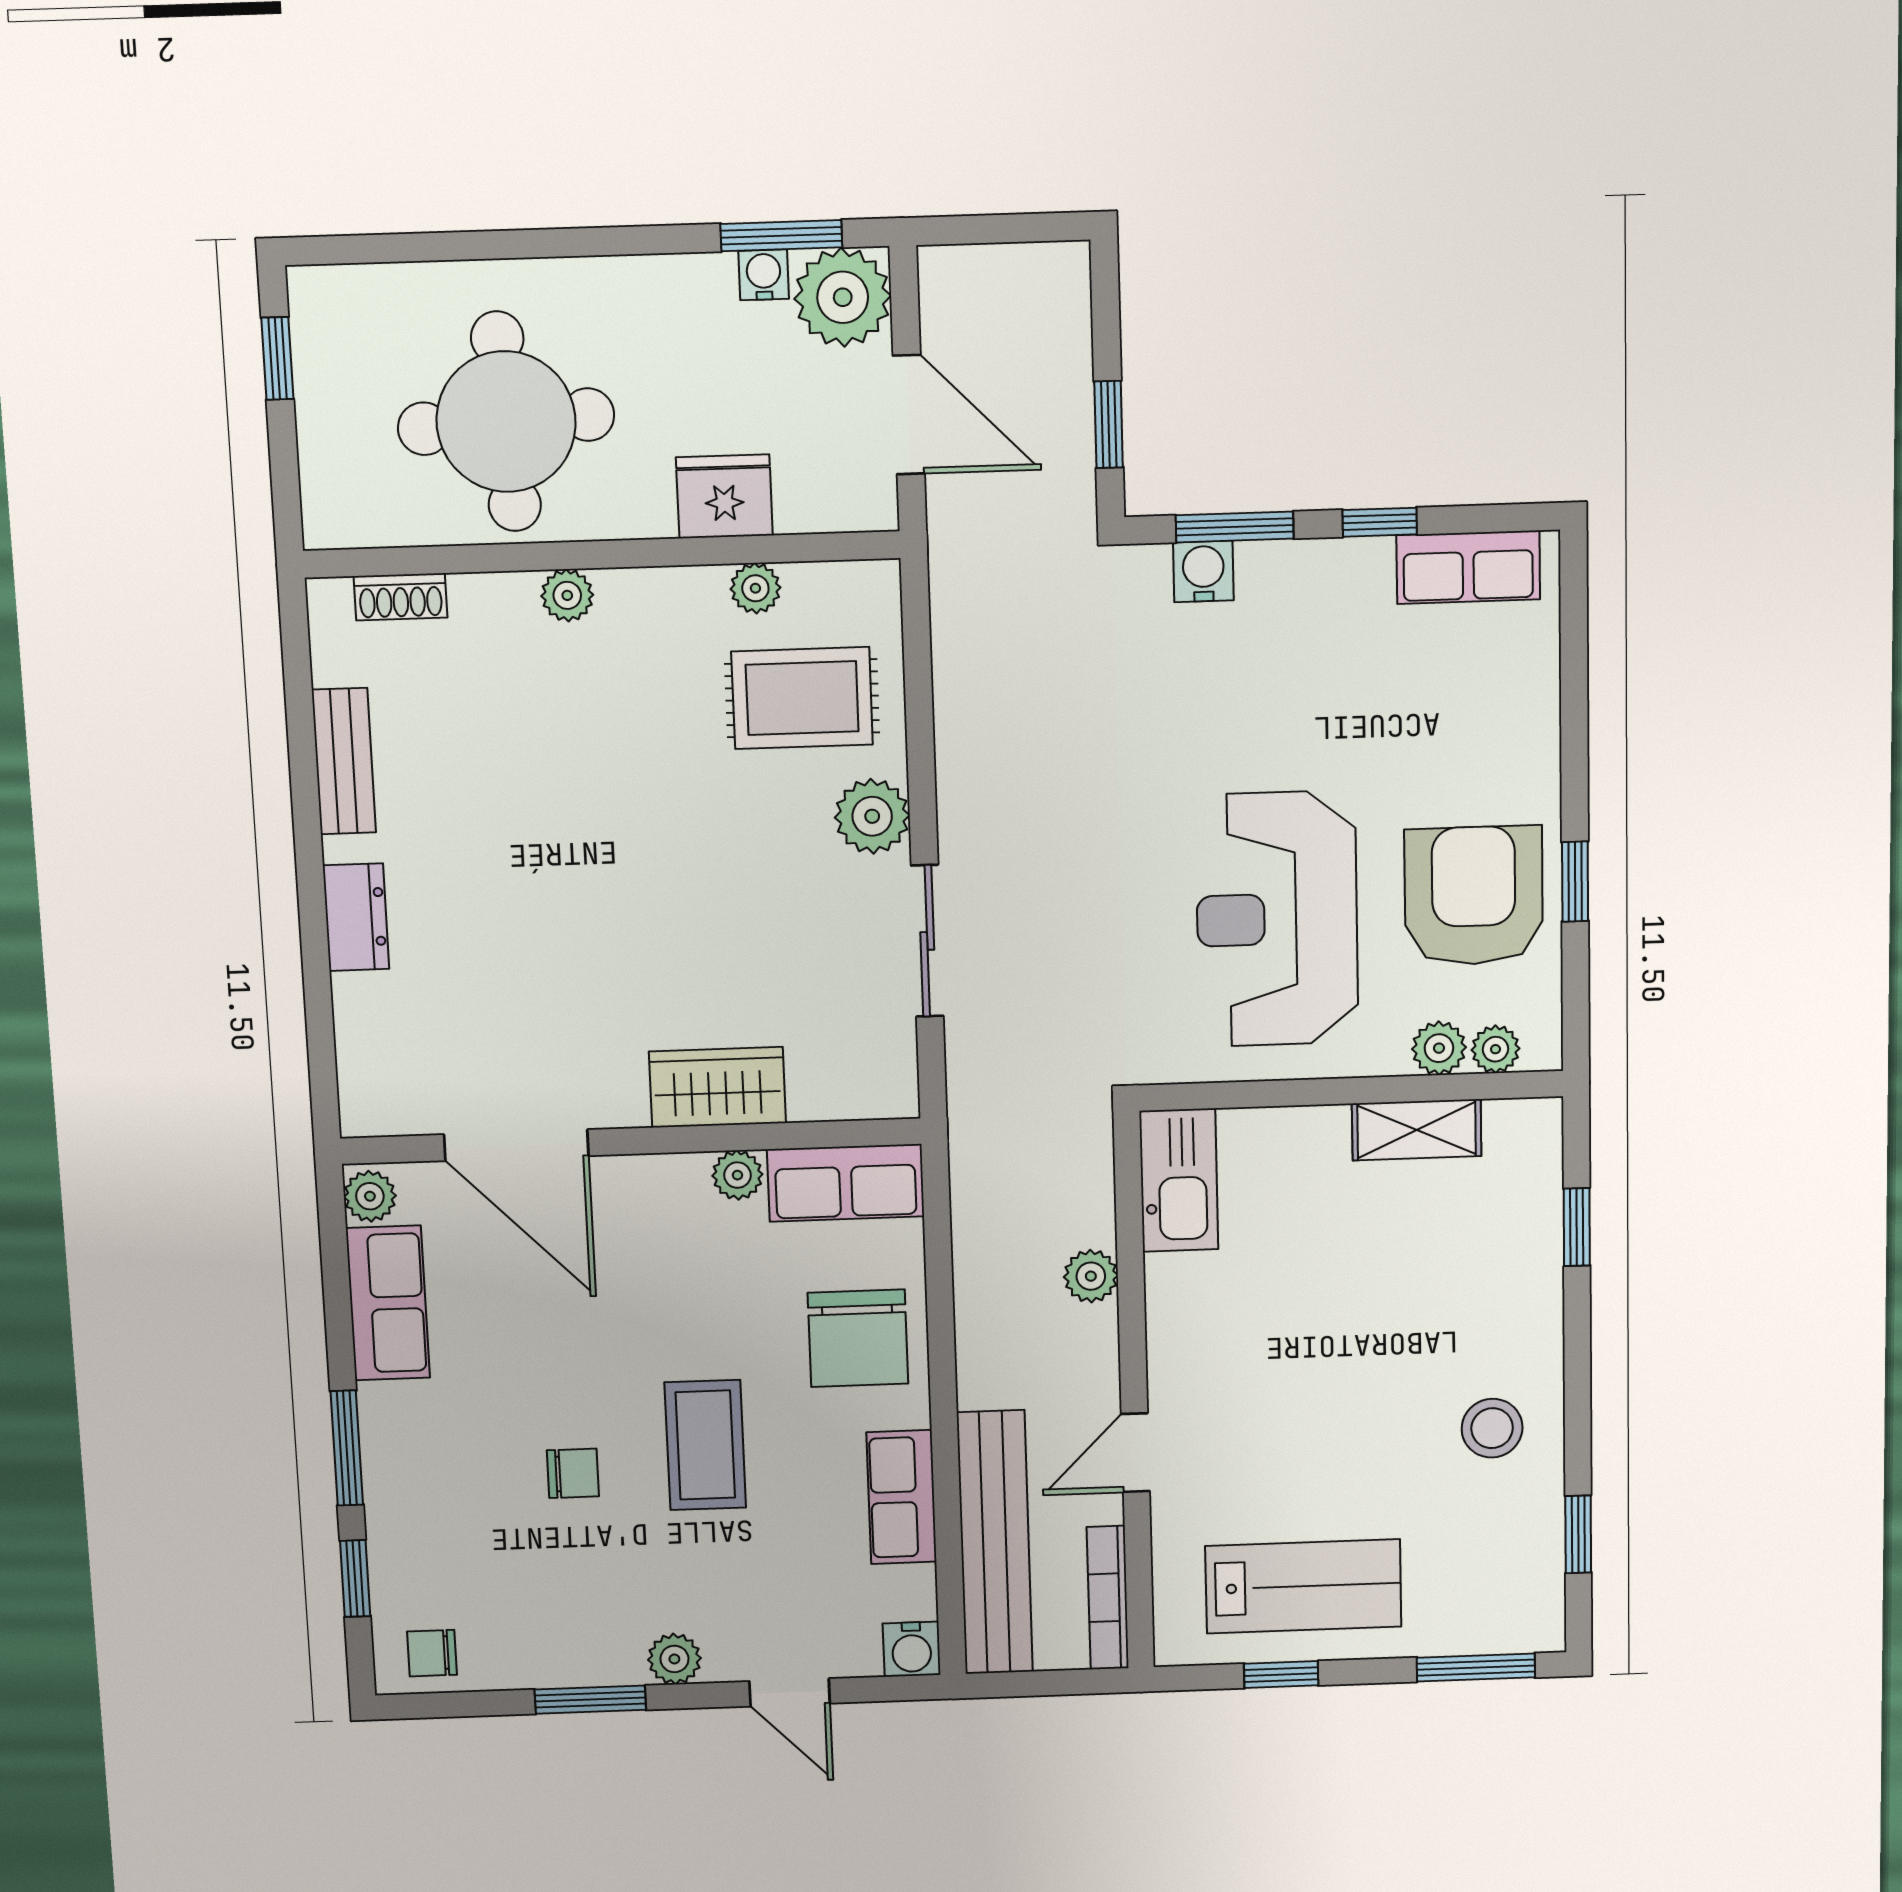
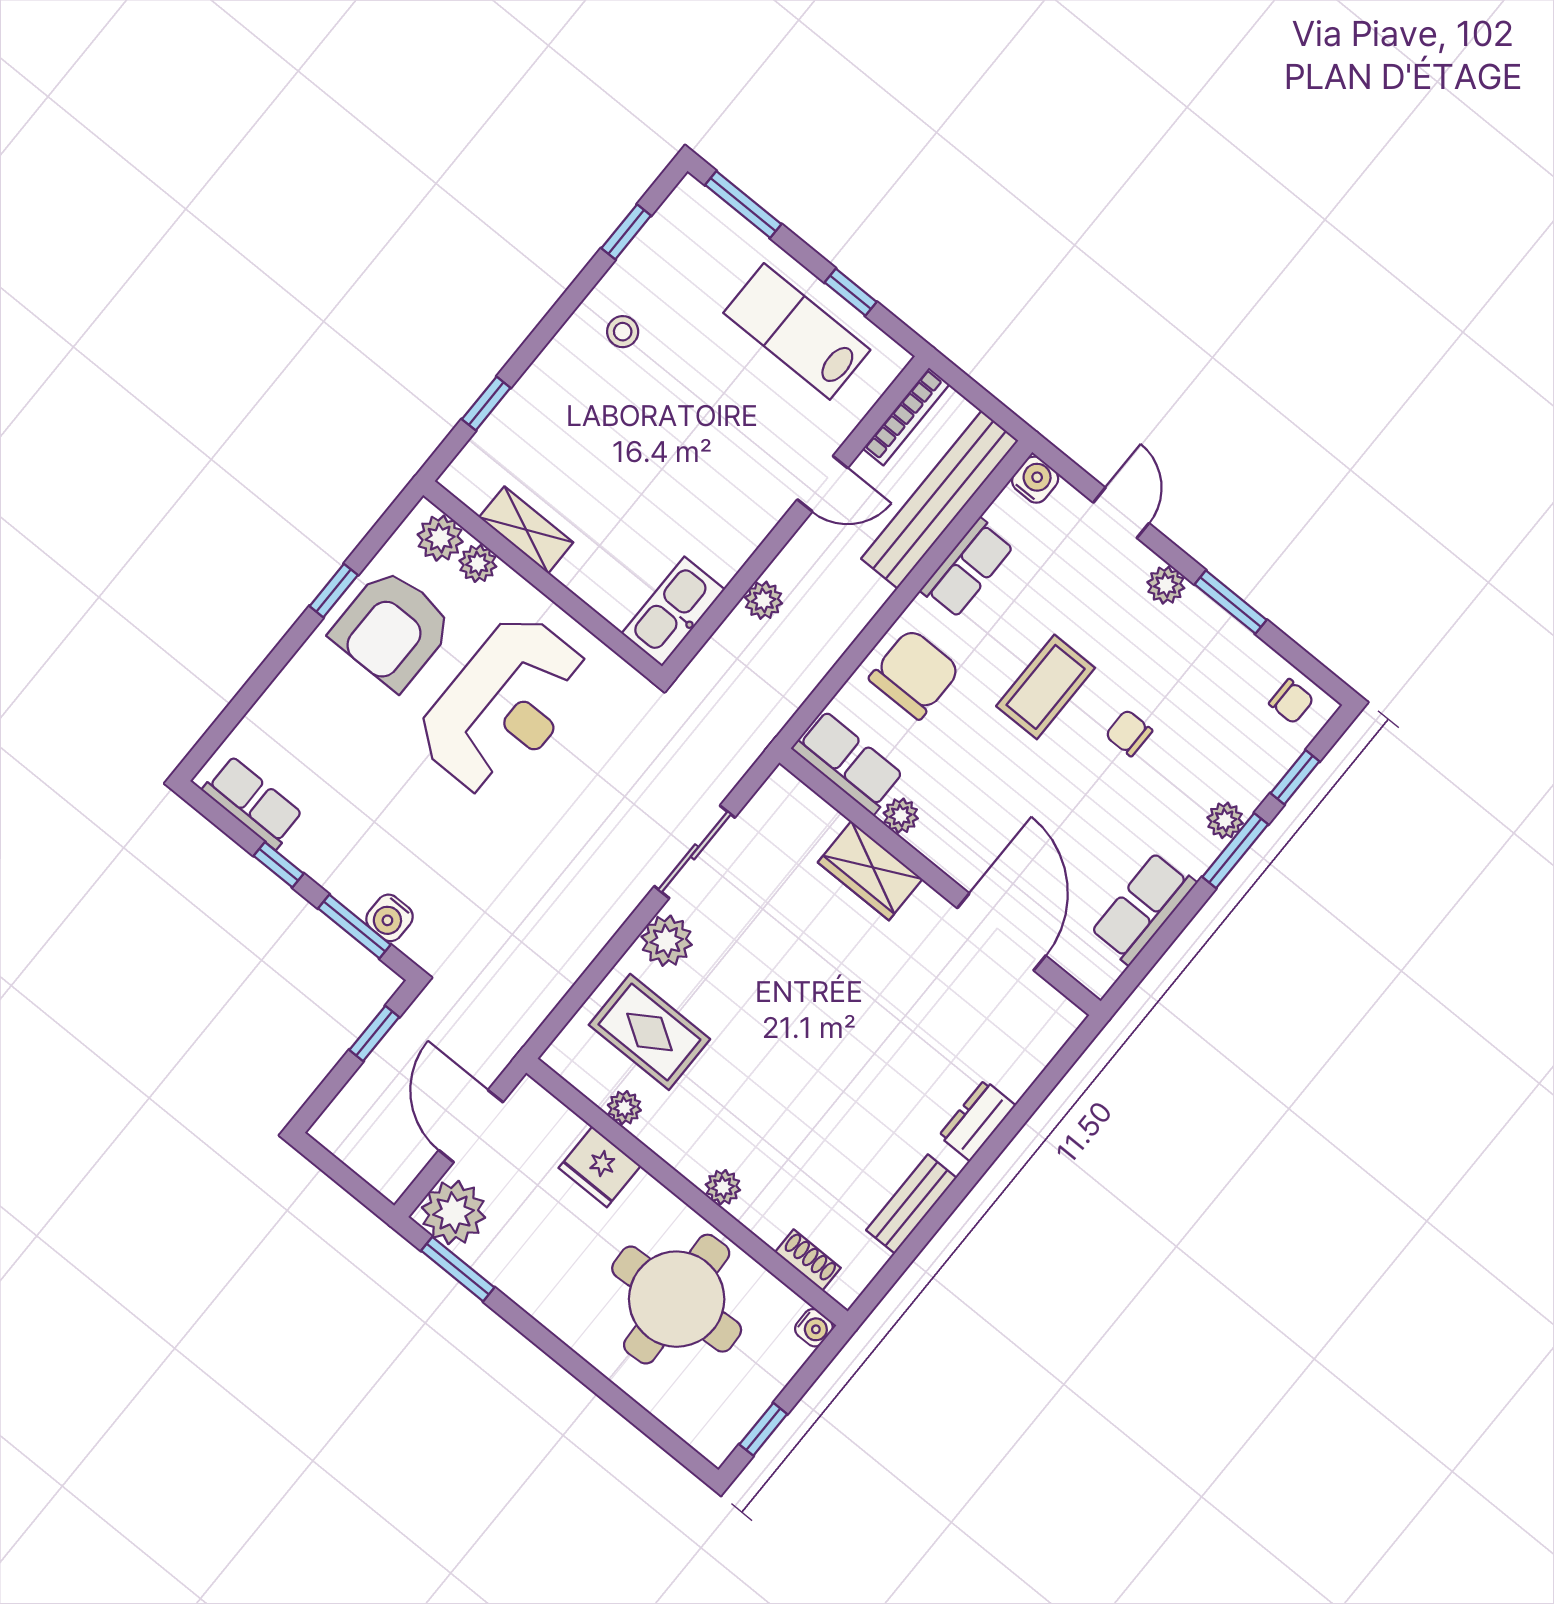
water cooler: (764, 275) -> (814, 1328), moved, turned -90
plant: (1495, 1049) -> (440, 538), width x1.38, depth x1.38
plant: (370, 1196) -> (1225, 820), moved
stool: (1492, 1428) -> (623, 332), width x0.73, depth x0.73

